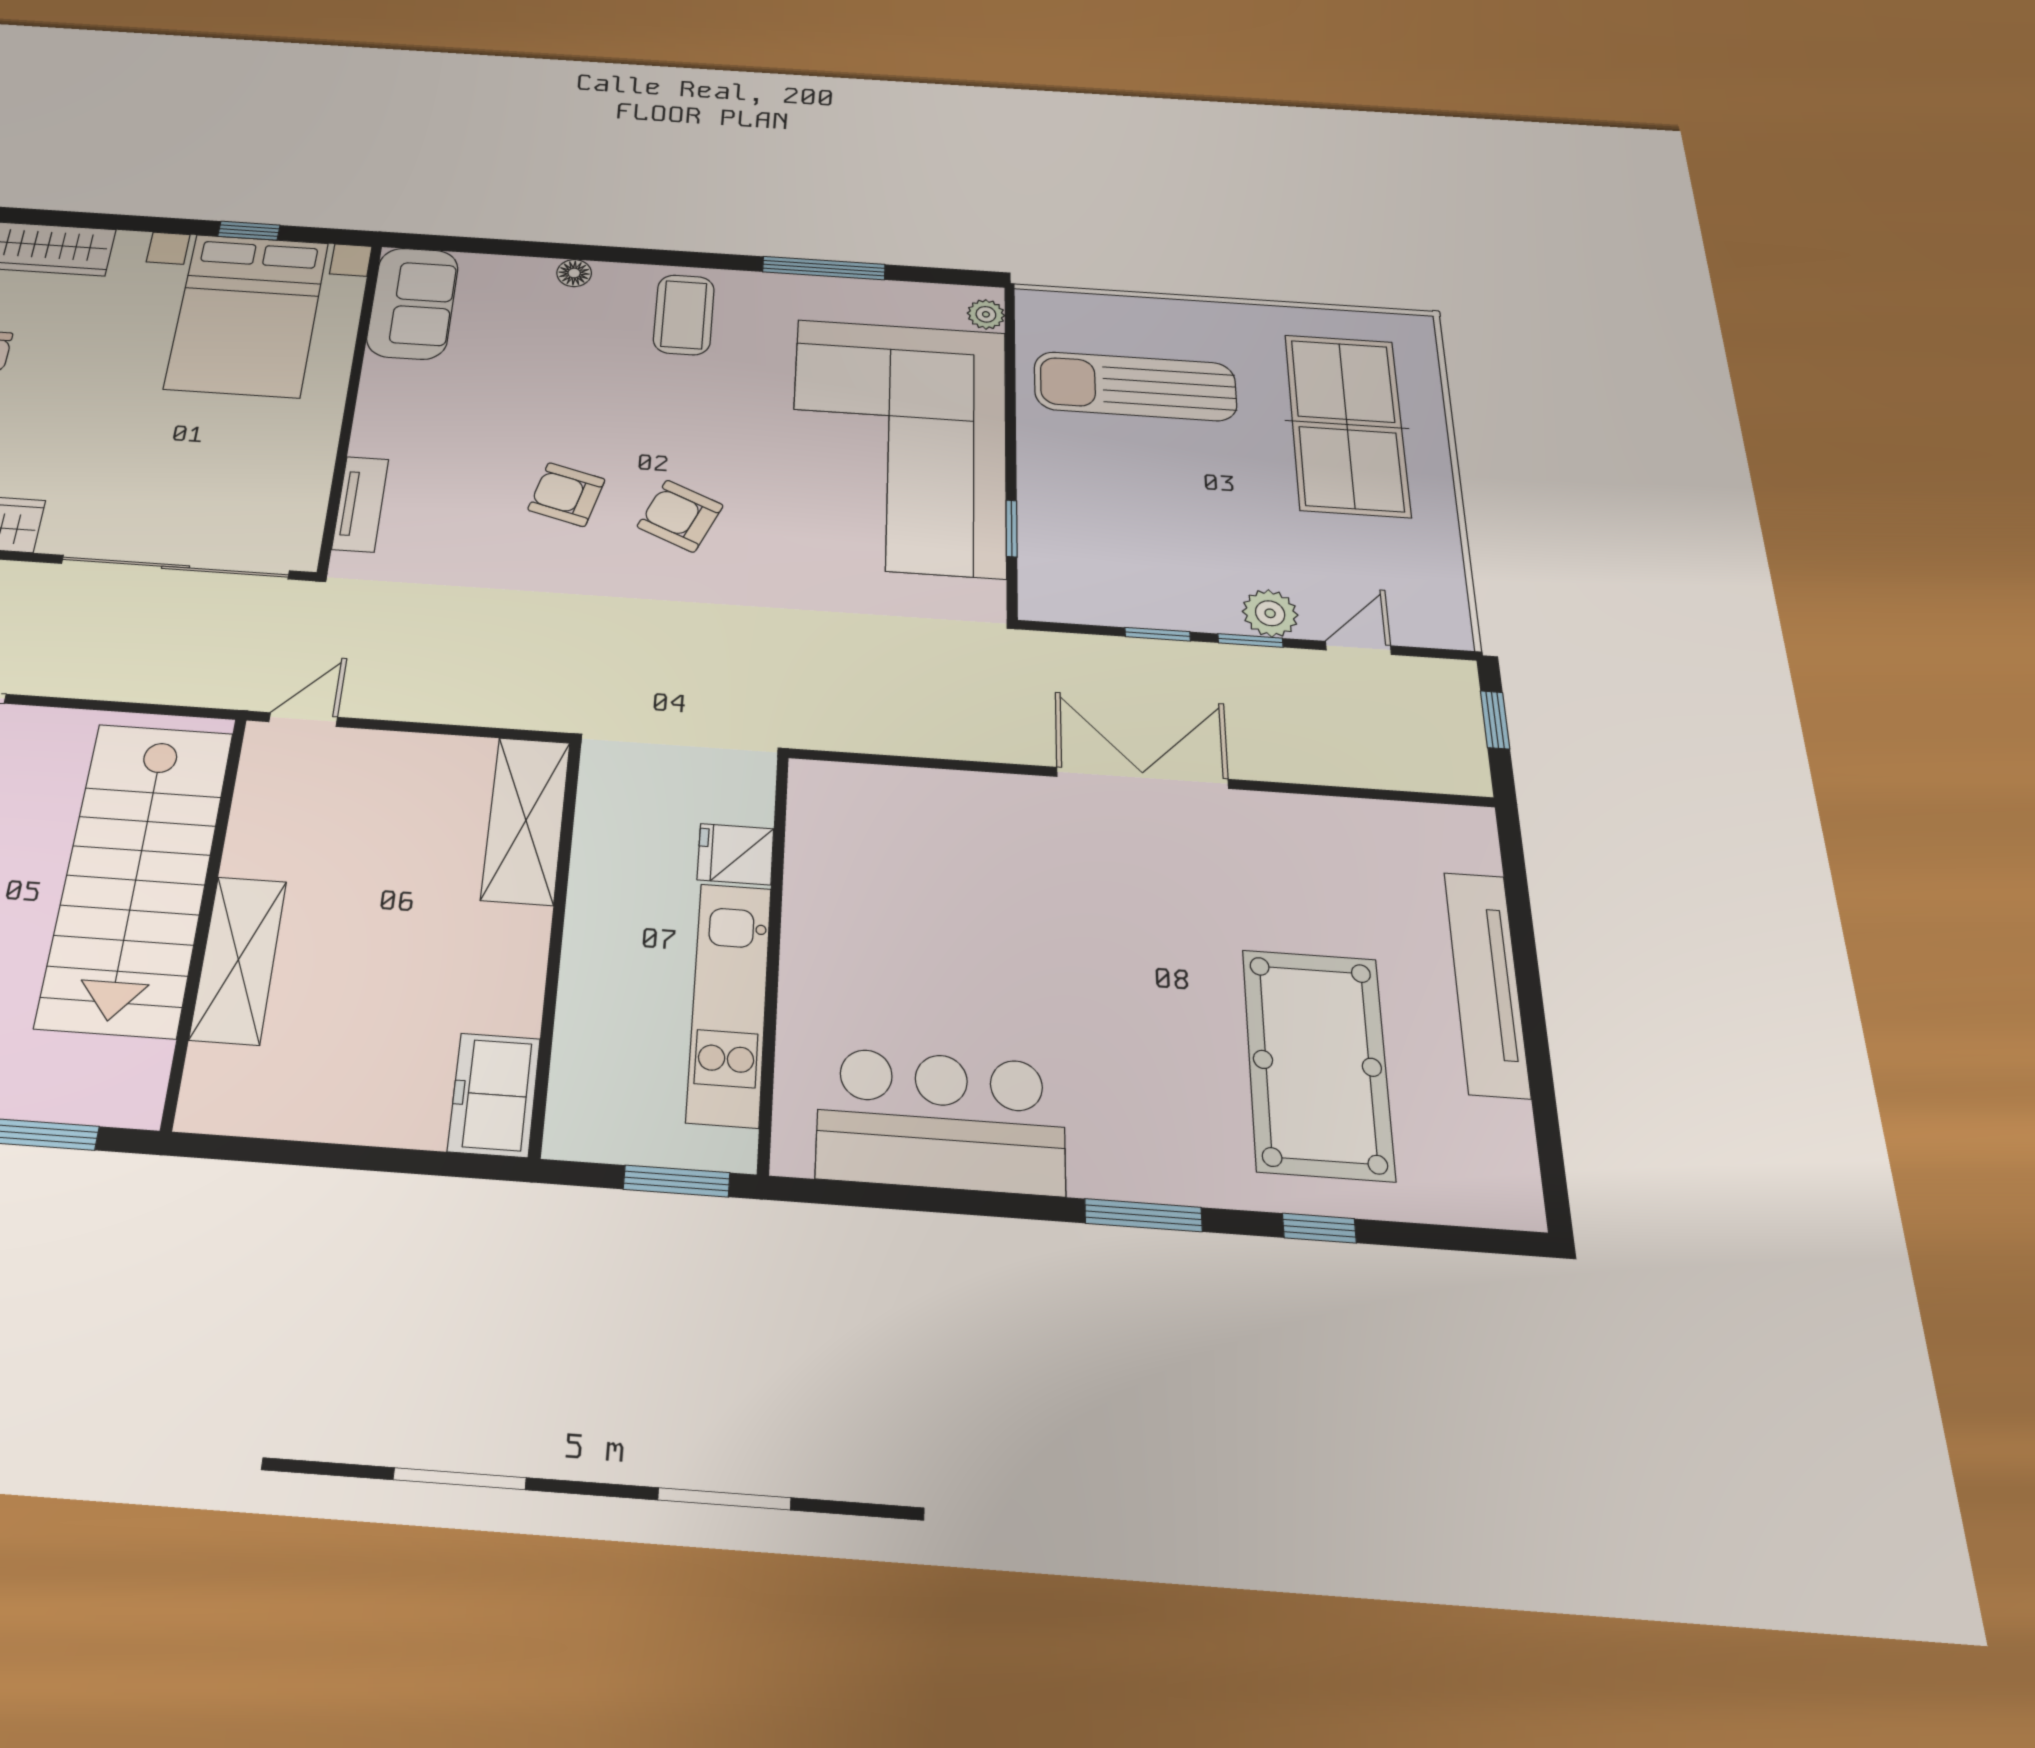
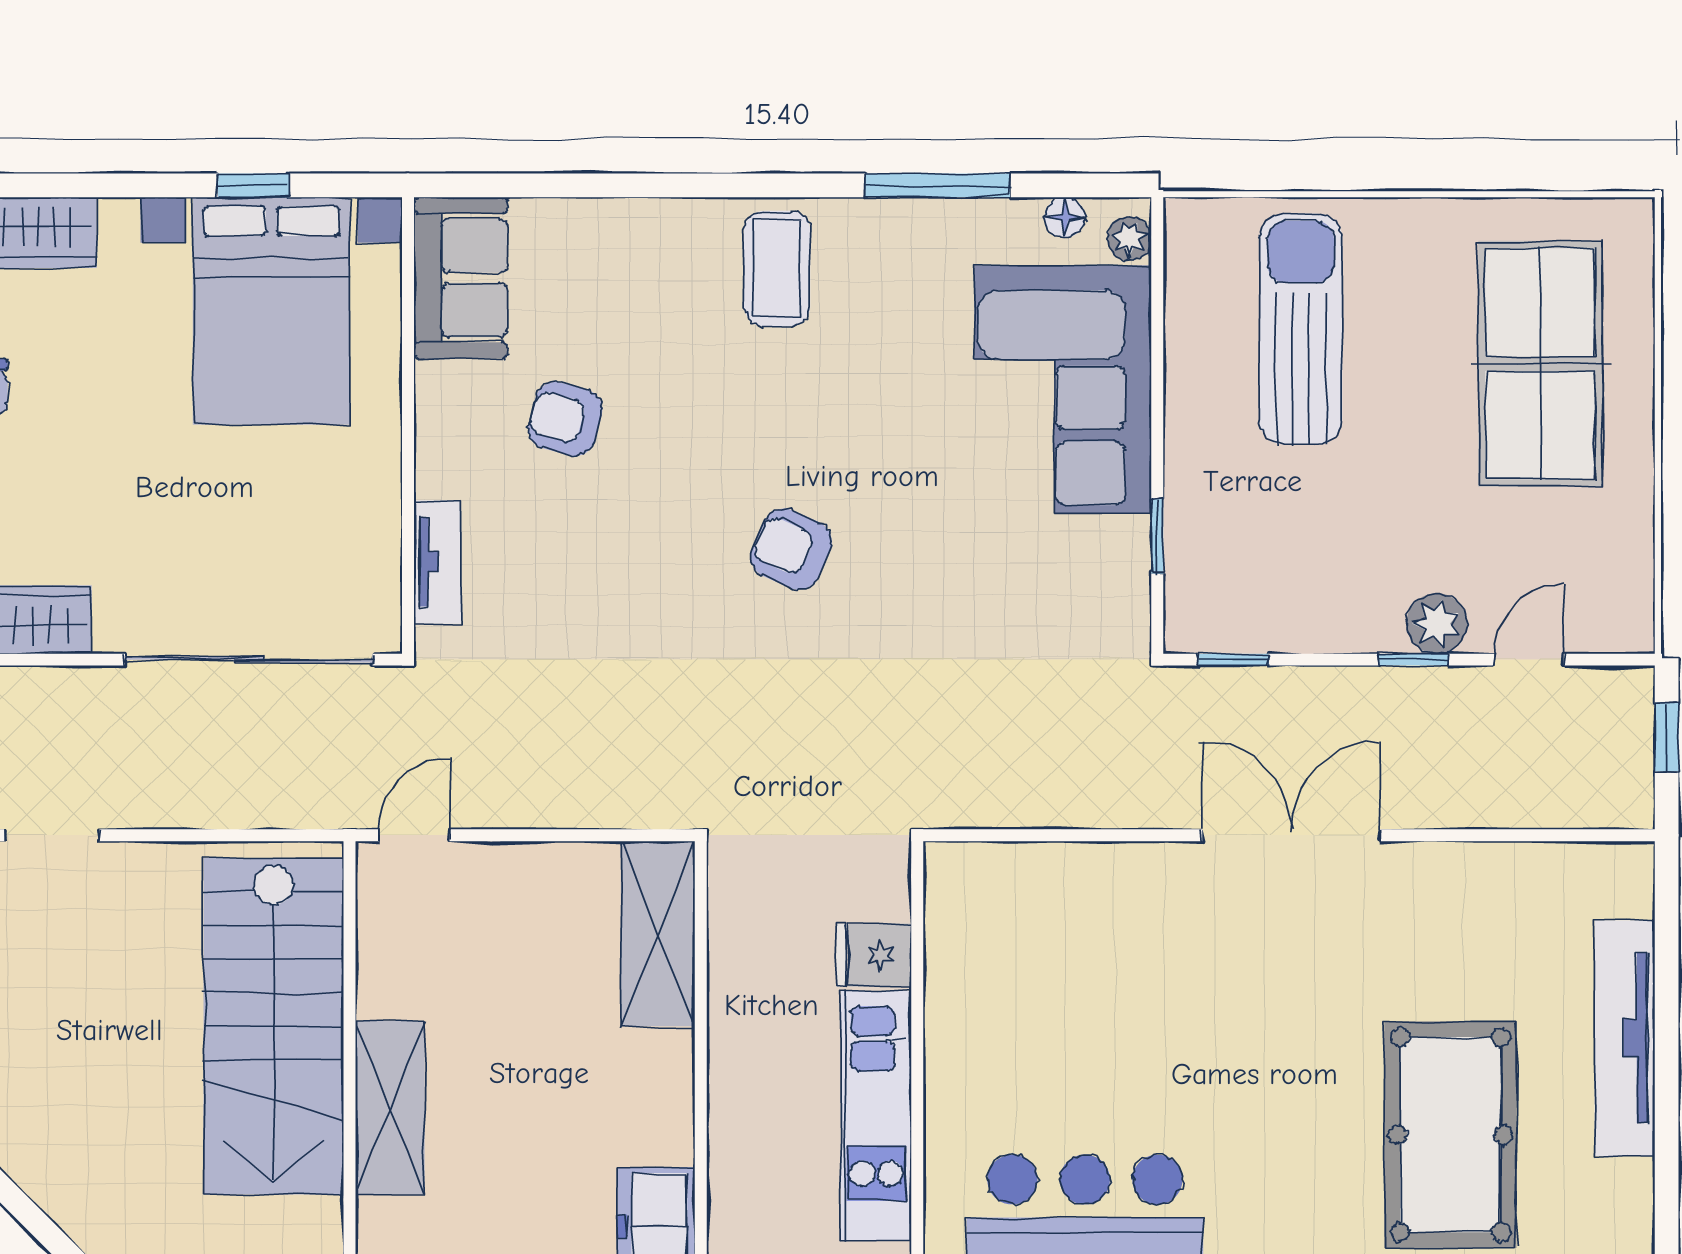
floor lamp: (574, 273) -> (1065, 217), moved
sun lounger: (1135, 386) -> (1301, 329), turned 90
corner sofa: (899, 446) -> (1063, 390), width x0.73, depth x0.74
armchair: (566, 495) -> (565, 419), moved
window: (1158, 634) -> (1233, 660), moved

